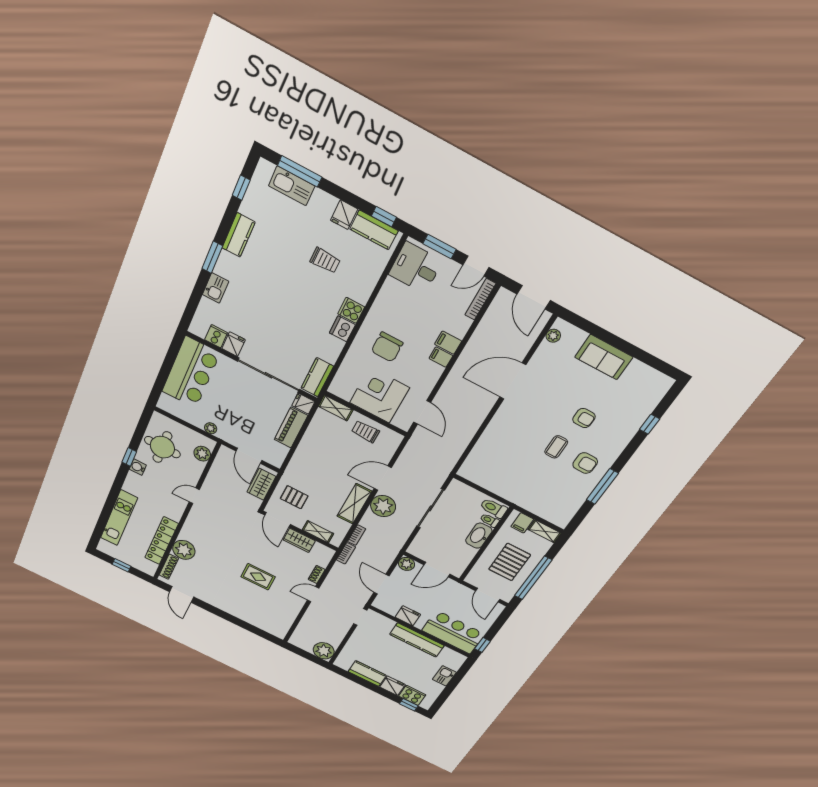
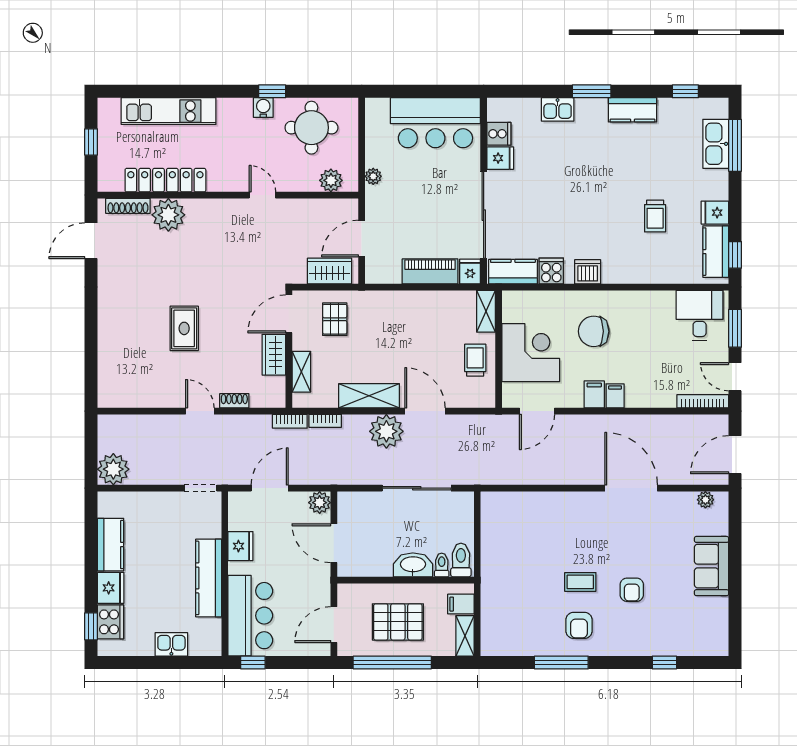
cooker: (351, 310) -> (551, 271), moved
filing cabinet: (448, 343) -> (594, 394), moved

